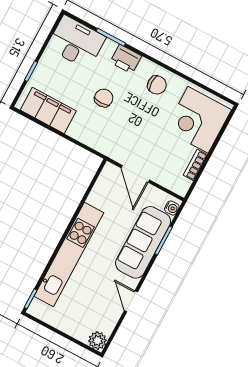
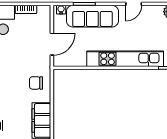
chair: (104, 98) -> (36, 83), moved

